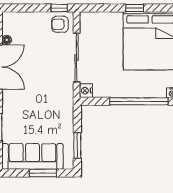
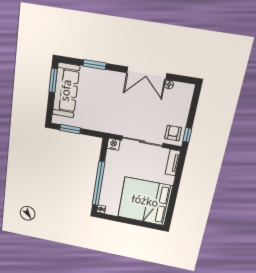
window: (135, 8) -> (174, 195), removed
tv unit: (95, 17) -> (173, 163), added
window: (43, 173) -> (53, 80), moved

